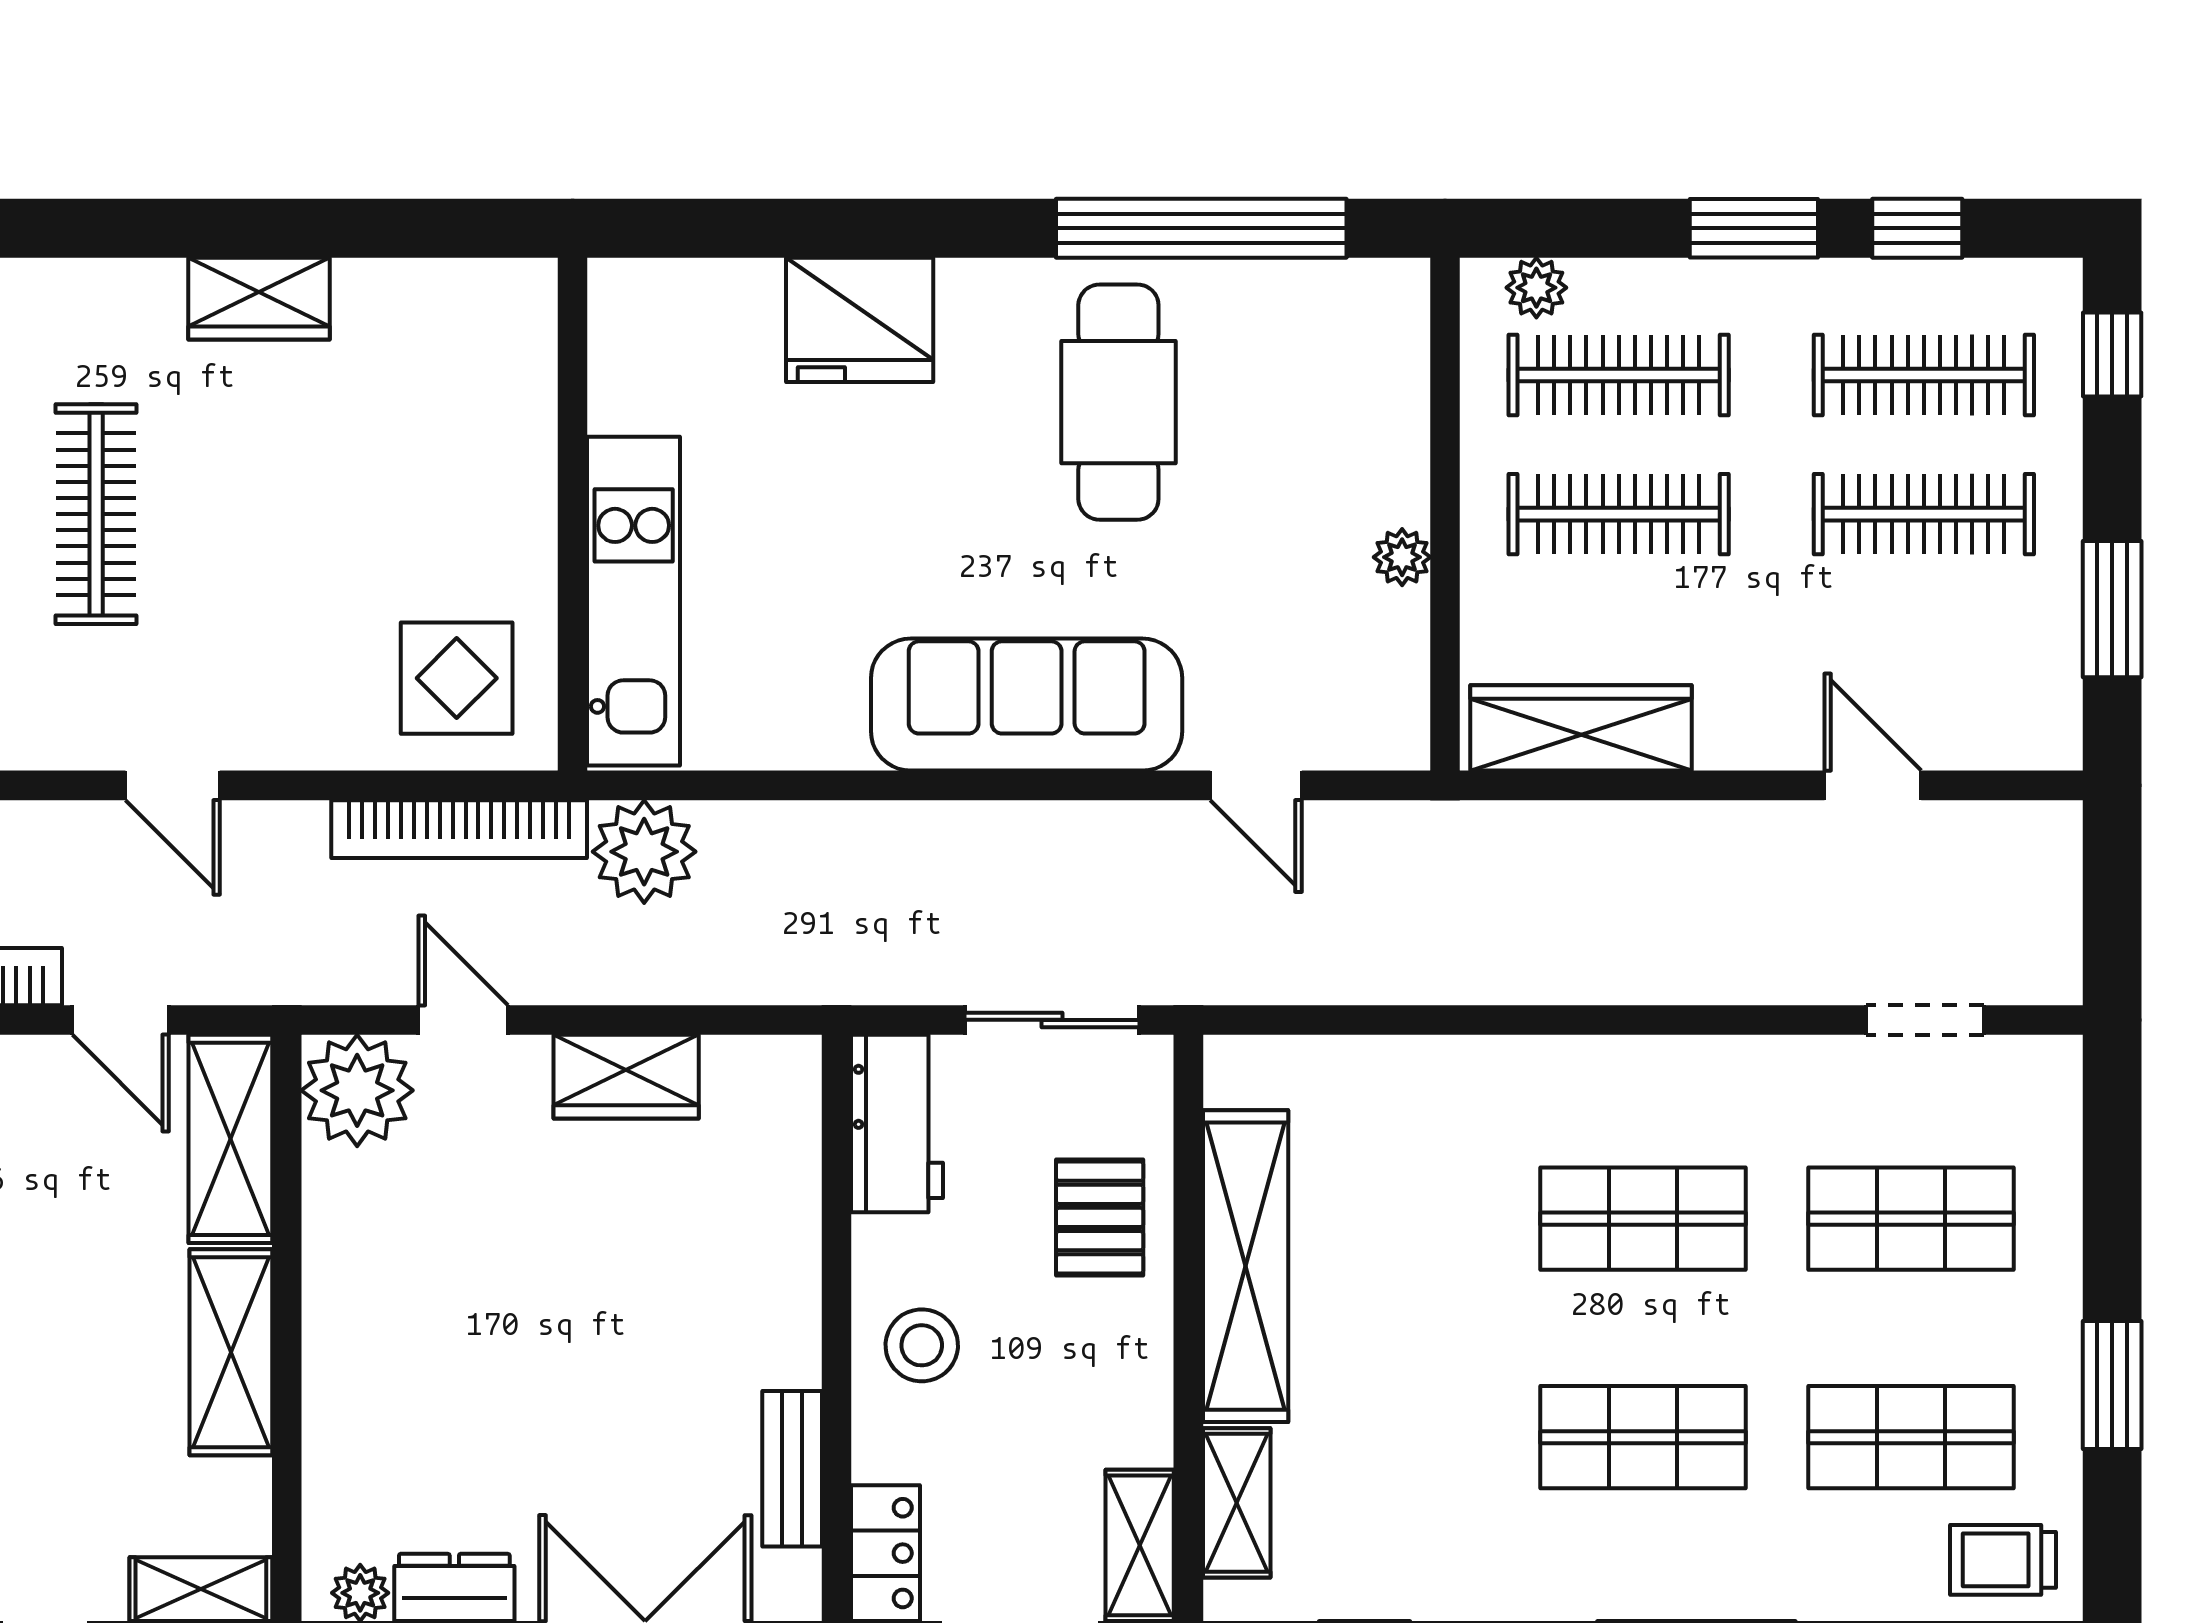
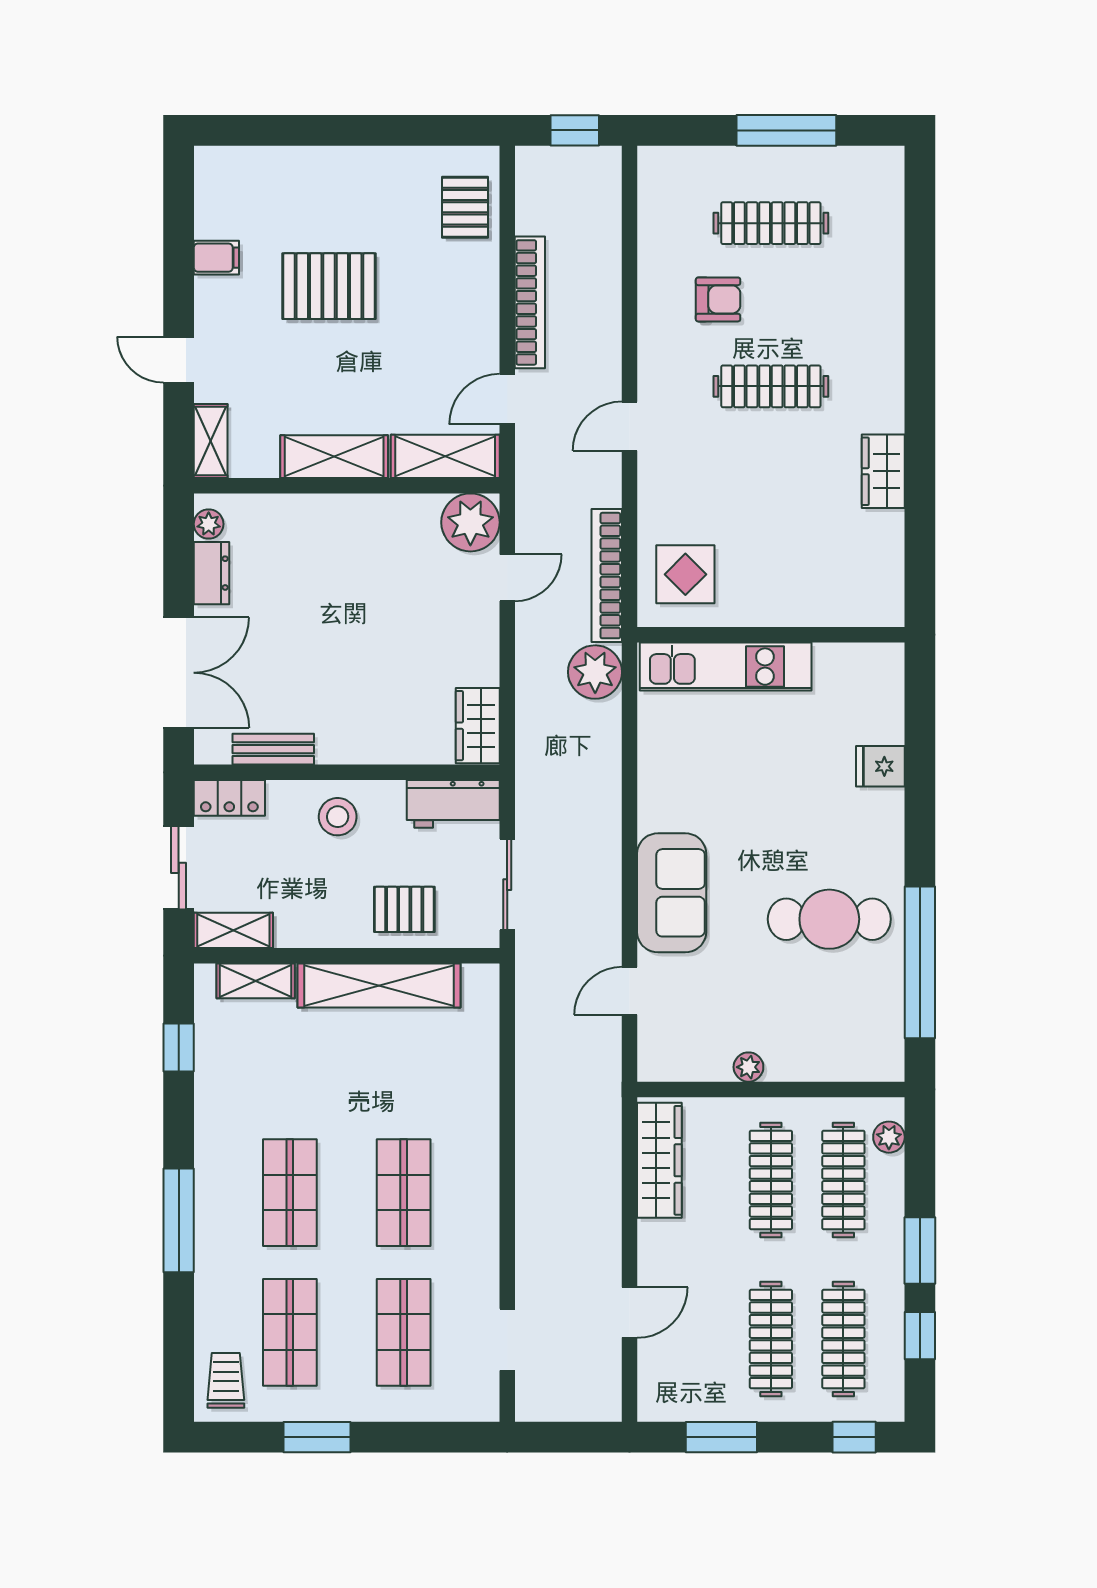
fridge: (860, 320) -> (880, 766), width x0.53, depth x0.75
sofa: (1027, 705) -> (672, 893), width x0.73
wardrobe: (626, 1077) -> (478, 726), moved

